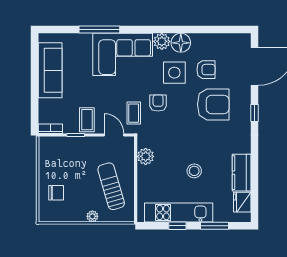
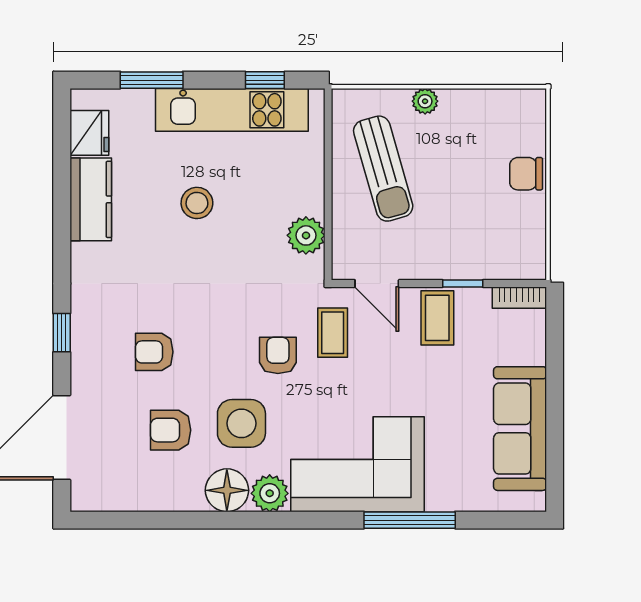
armchair: (158, 103) -> (278, 355), turned 180
armchair: (213, 104) -> (154, 352), width x0.53, depth x0.53
chair: (56, 193) -> (526, 174), moved
window: (177, 226) -> (265, 80), moved

